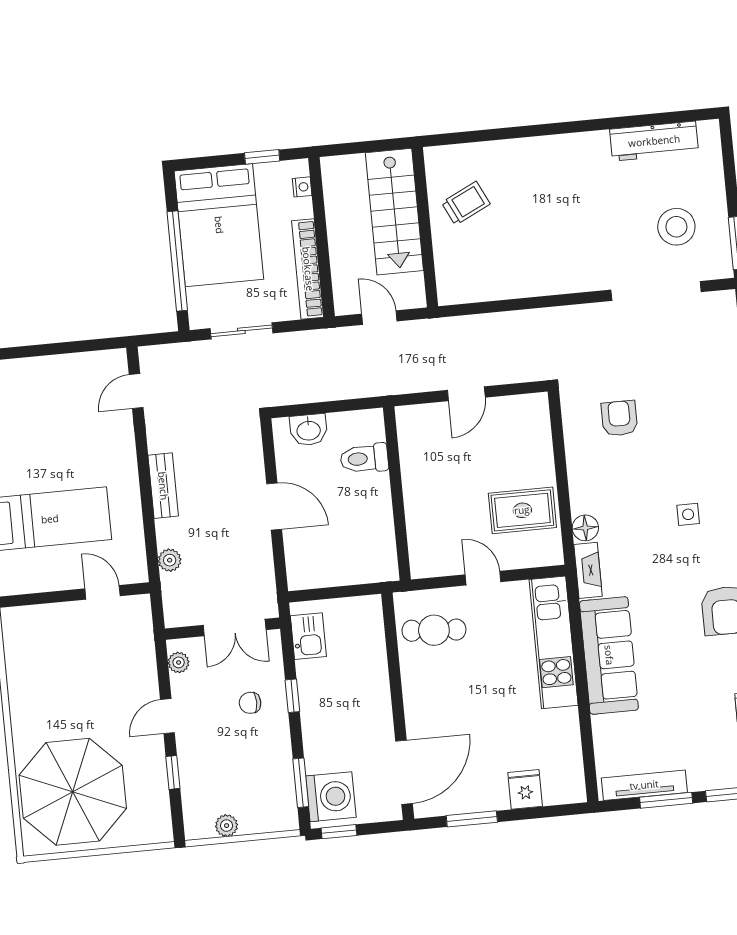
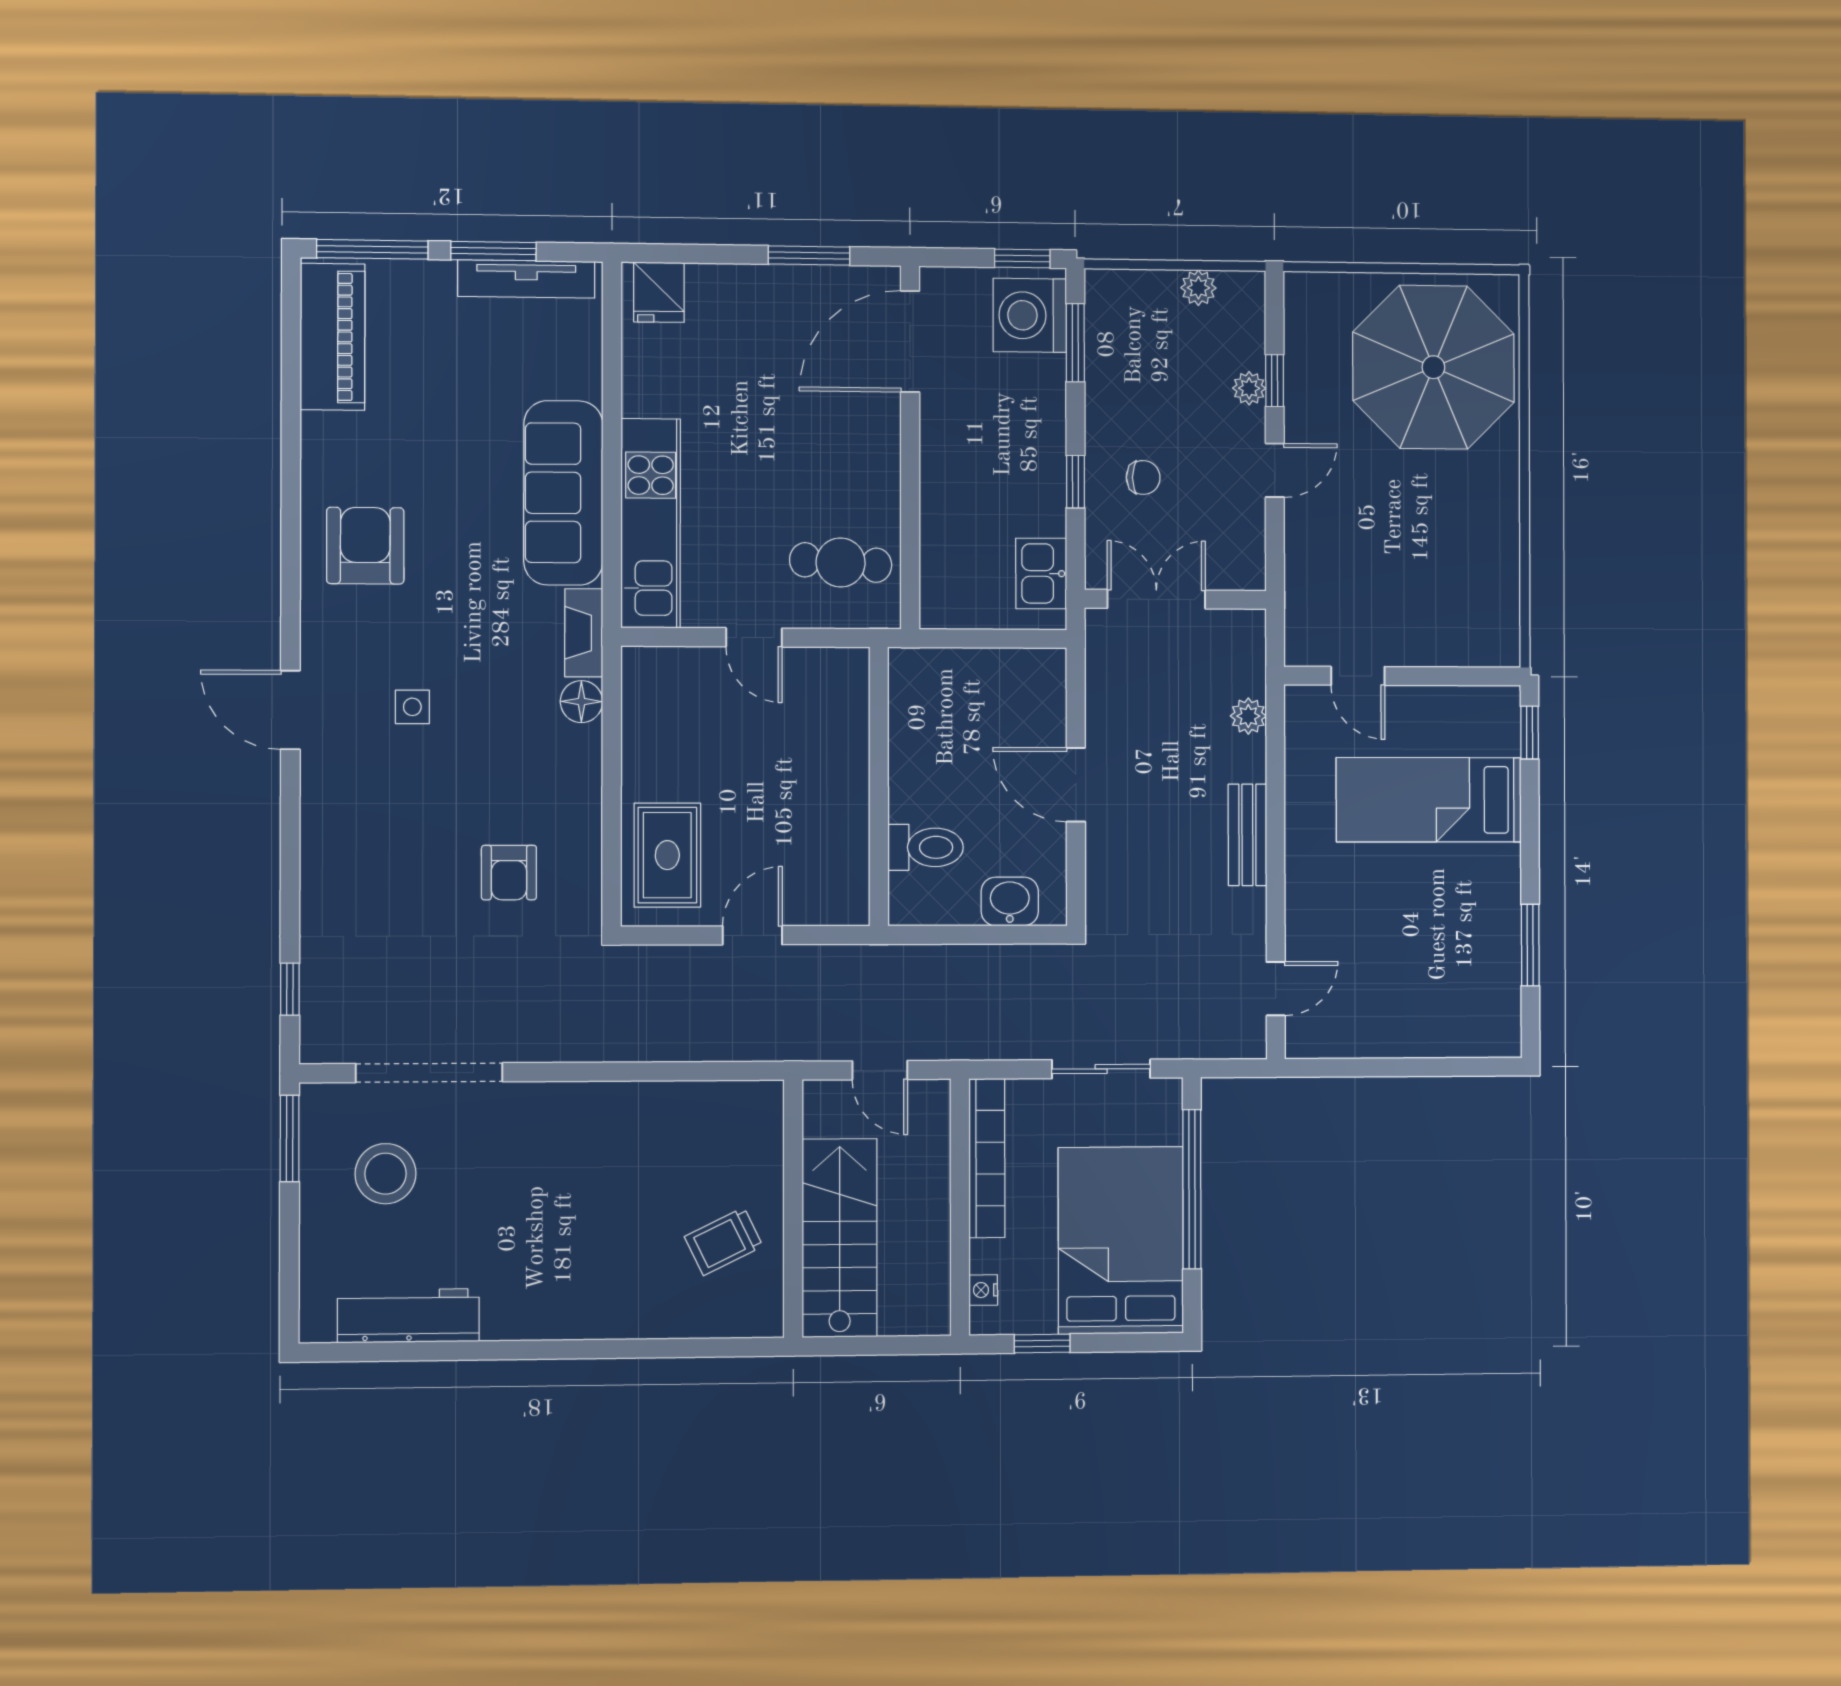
rug: (522, 510) -> (667, 855), moved, turned 90
plant: (179, 662) -> (1249, 388), moved
fridge: (525, 789) -> (659, 292), moved

